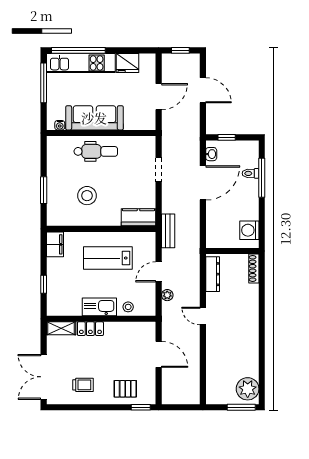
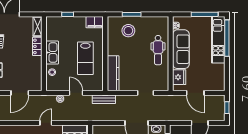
fridge: (127, 63) -> (179, 77), moved, turned 180
stool: (87, 196) -> (128, 31), moved
kitchen counter: (138, 217) -> (113, 73), width x1.50
lab bench: (108, 258) -> (85, 58), turned 180

